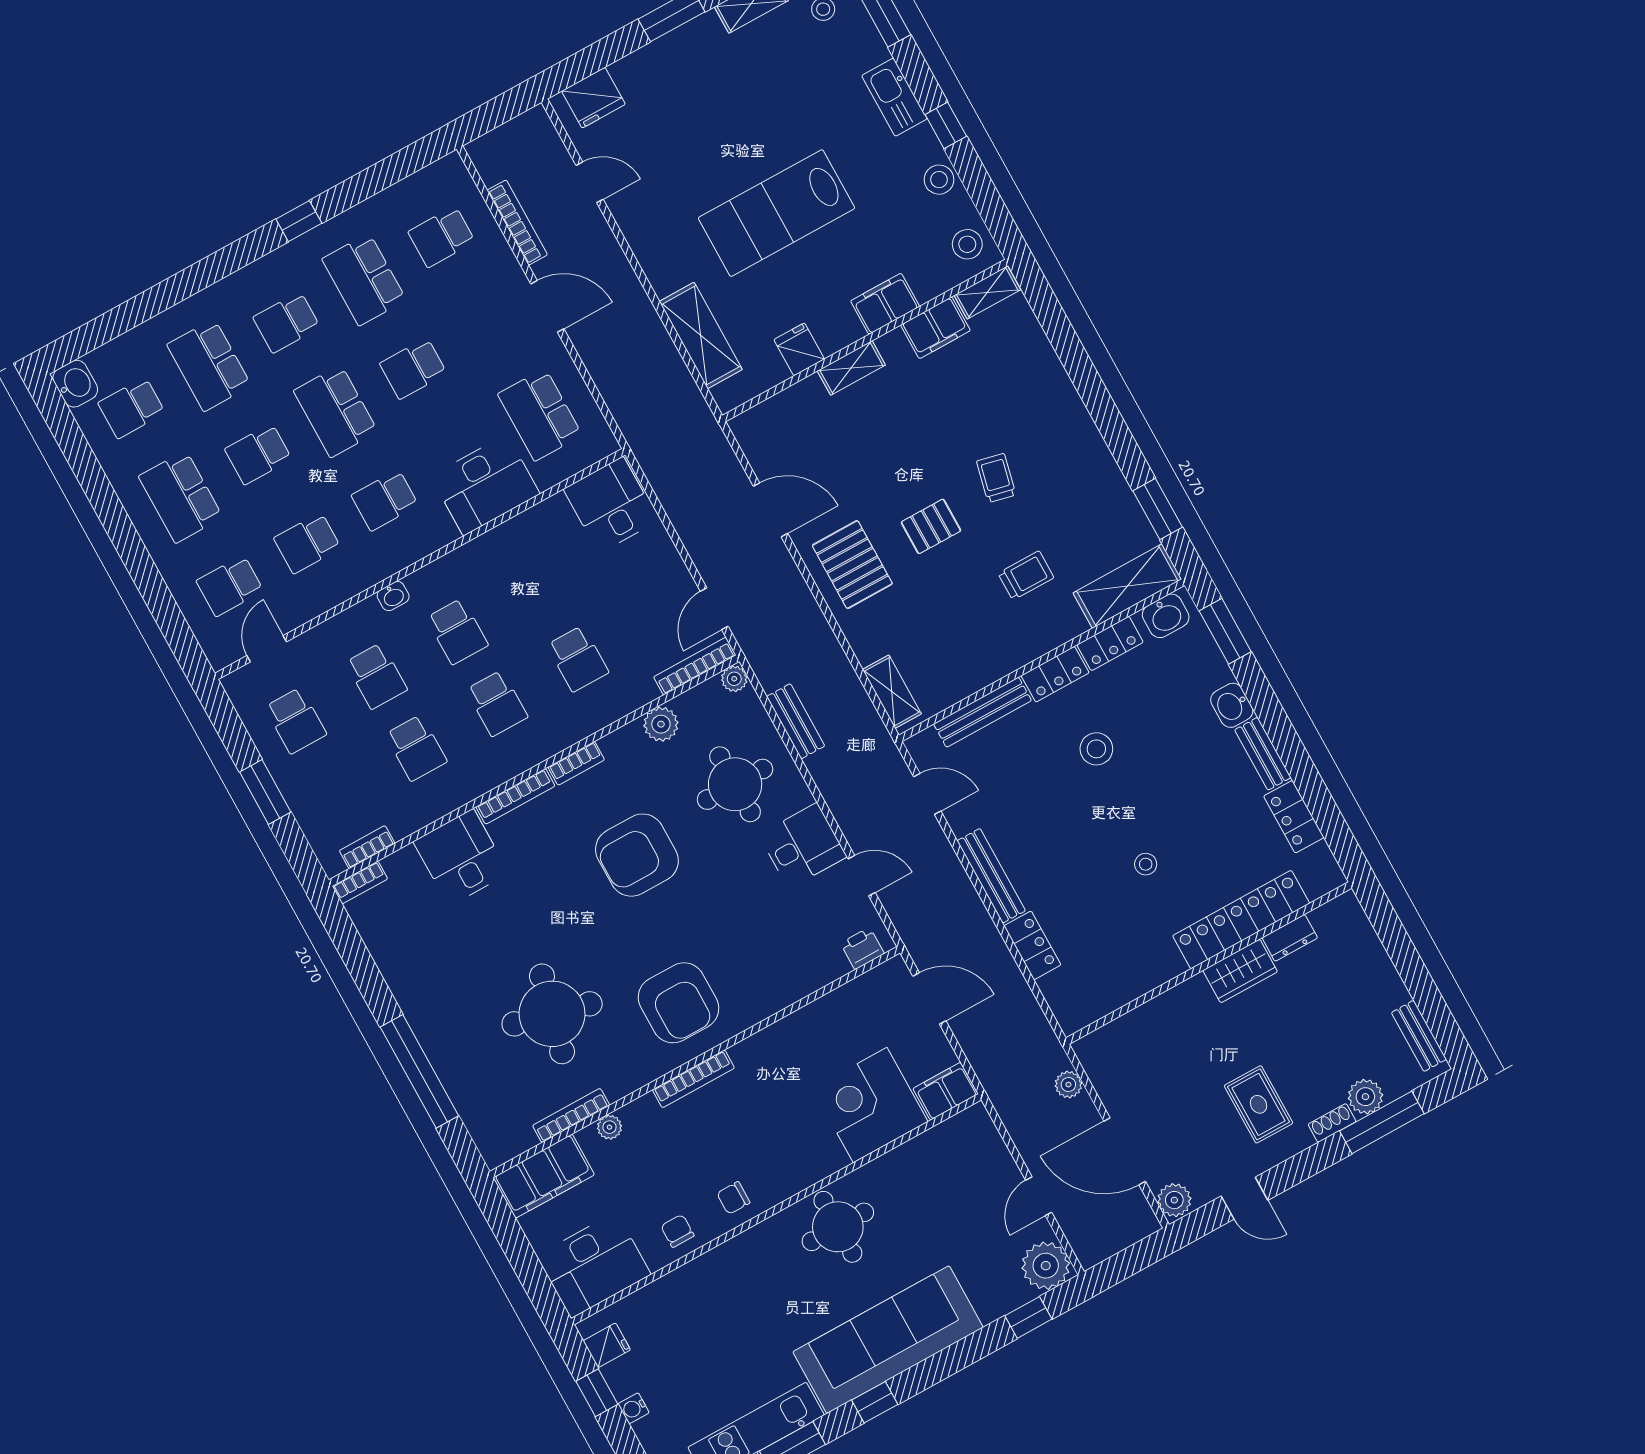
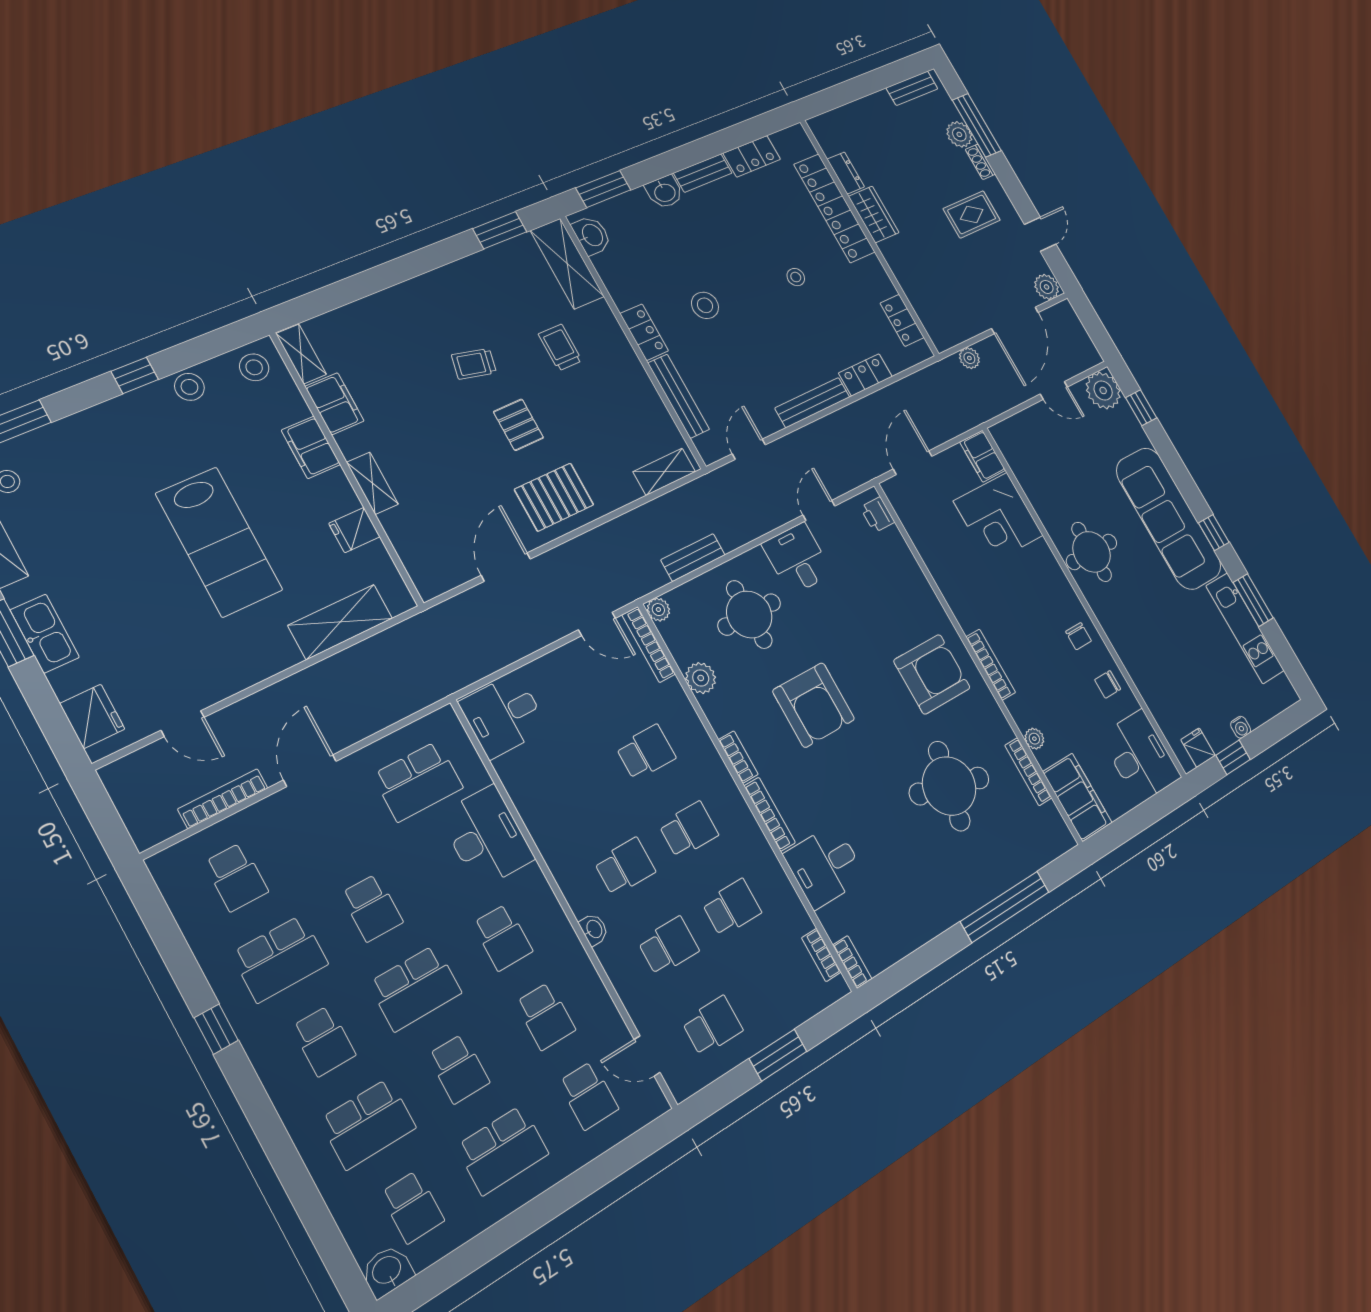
kitchen sink: (894, 97) -> (45, 634), moved, turned -90
door: (590, 182) -> (183, 724), swing flipped
locker: (1110, 643) -> (902, 320), moved, turned 180

